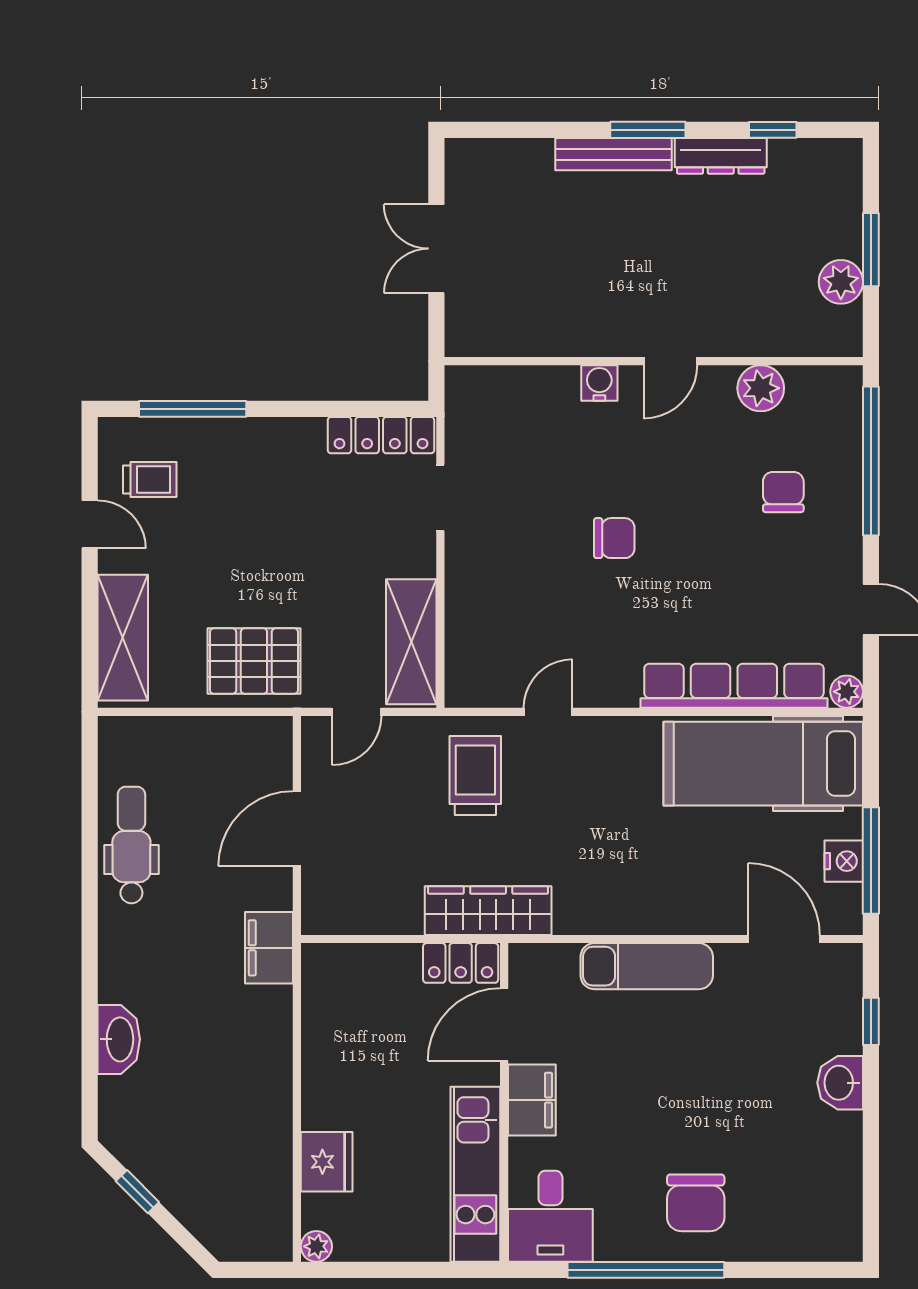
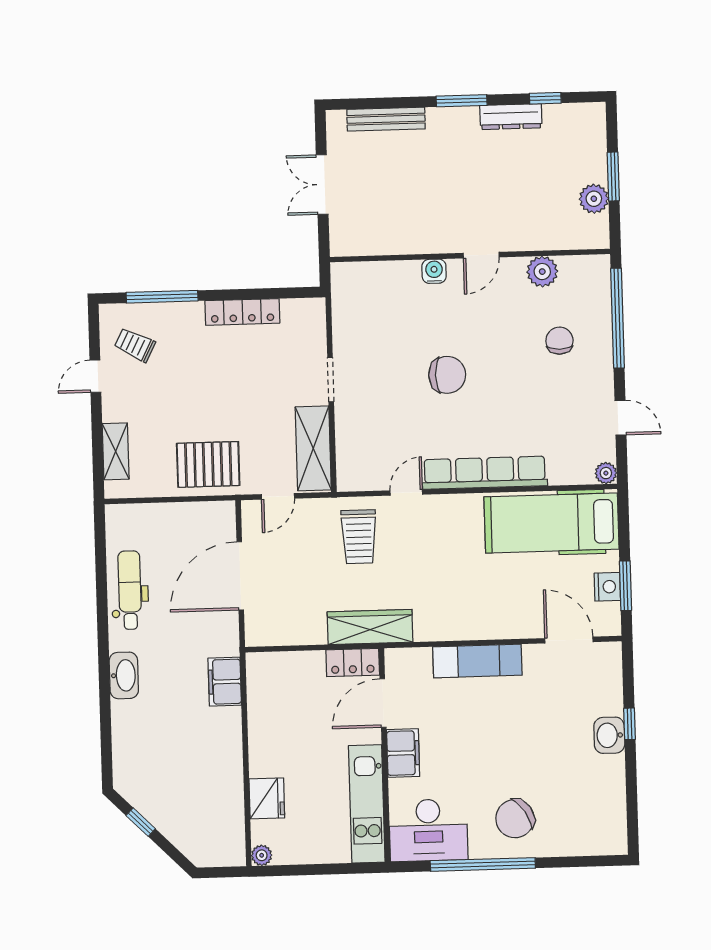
bench: (613, 154) -> (386, 119), moved
locker: (381, 435) -> (242, 312), moved
trolley: (150, 480) -> (135, 345), turned -153
doorway: (440, 498) -> (331, 380), moved
door: (90, 524) -> (95, 376), swing flipped
chair: (614, 538) -> (447, 375), width x1.37, depth x1.37
shelving: (123, 638) -> (116, 451), width x0.67, depth x0.75
row of seats: (734, 686) -> (485, 473), moved
trolley: (475, 776) -> (359, 537), turned 180
door: (297, 829) -> (240, 576), width x1.36
window: (871, 860) -> (625, 586), width x0.69
filing cabinet: (269, 948) -> (225, 682), moved
window: (871, 1021) -> (630, 724), moved
washbasin: (119, 1039) -> (124, 675), moved
chair: (696, 1203) -> (515, 819), turned 57
desk: (550, 1216) -> (428, 830), width x1.37

